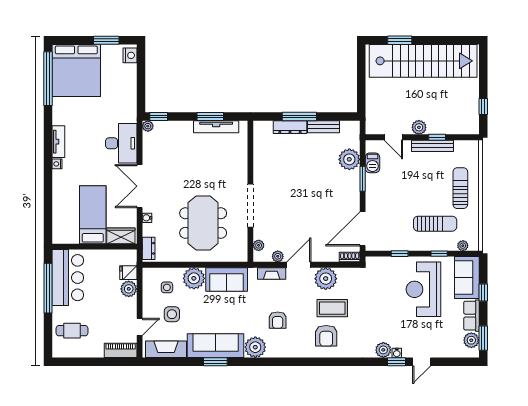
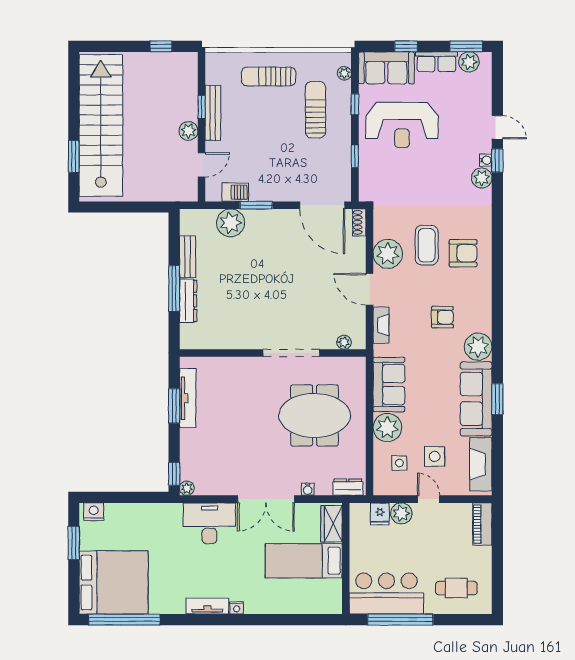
plant: (278, 256) -> (358, 317), removed
door: (140, 327) -> (429, 499), moved
cafe table: (72, 331) -> (456, 588), turned 90

